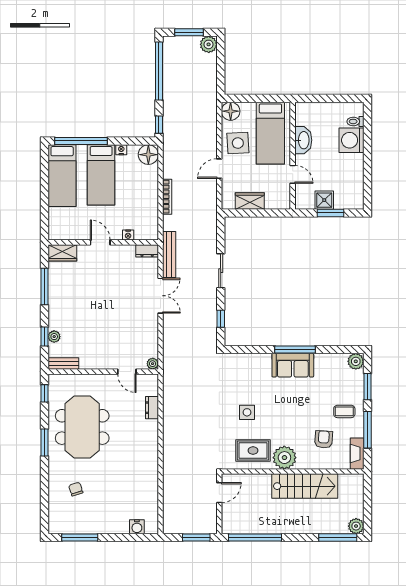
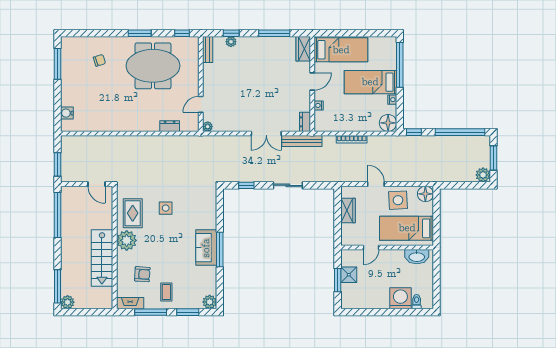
washbasin: (303, 140) -> (417, 257), moved
bed: (62, 176) -> (341, 50), moved, turned 180

